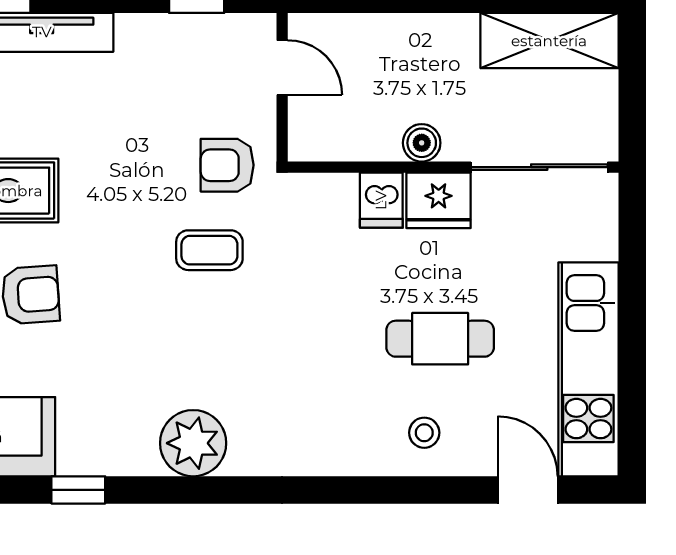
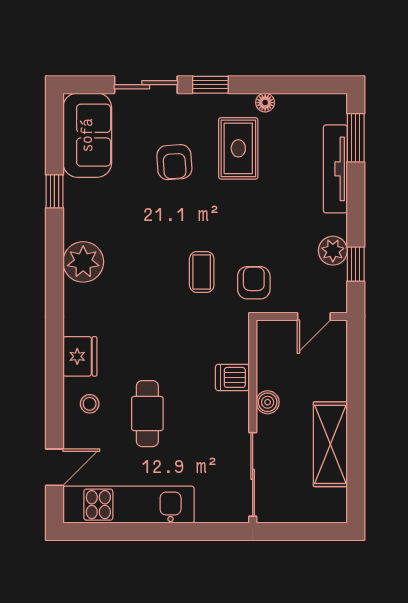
plant: (175, 37) -> (333, 251), added
shelving: (549, 41) -> (330, 444), moved
fridge: (439, 200) -> (80, 356), moved, turned 180

